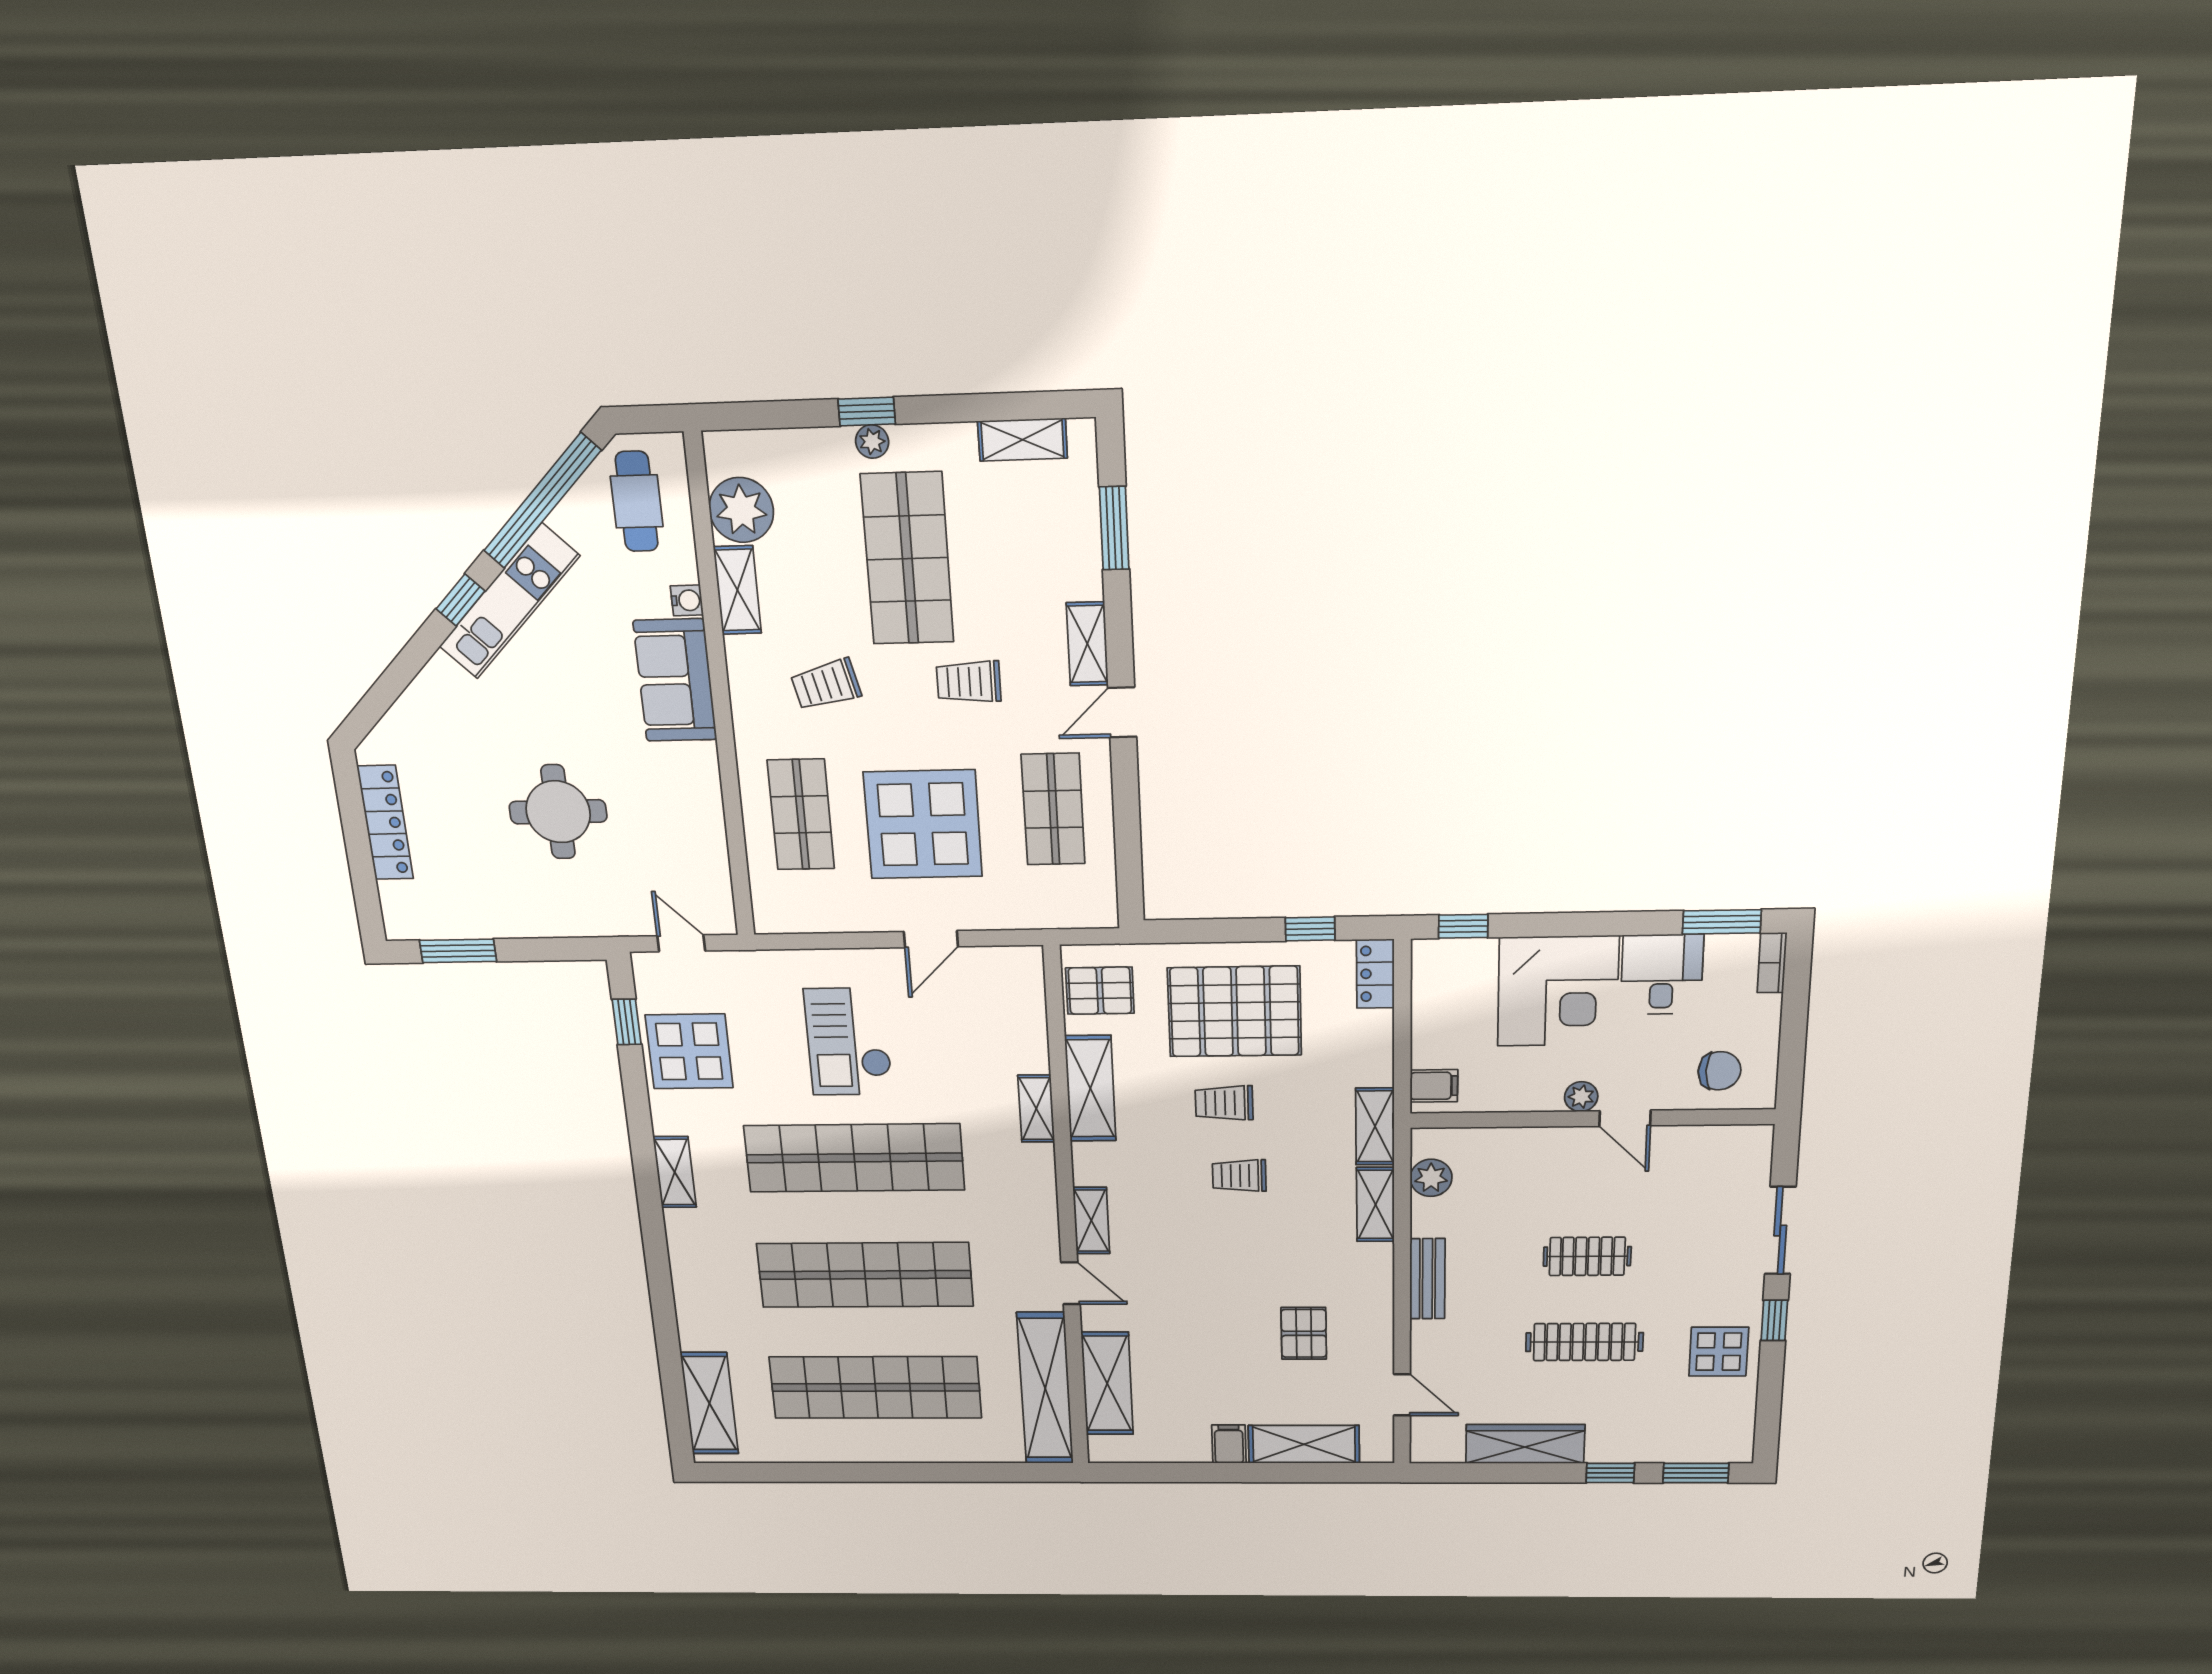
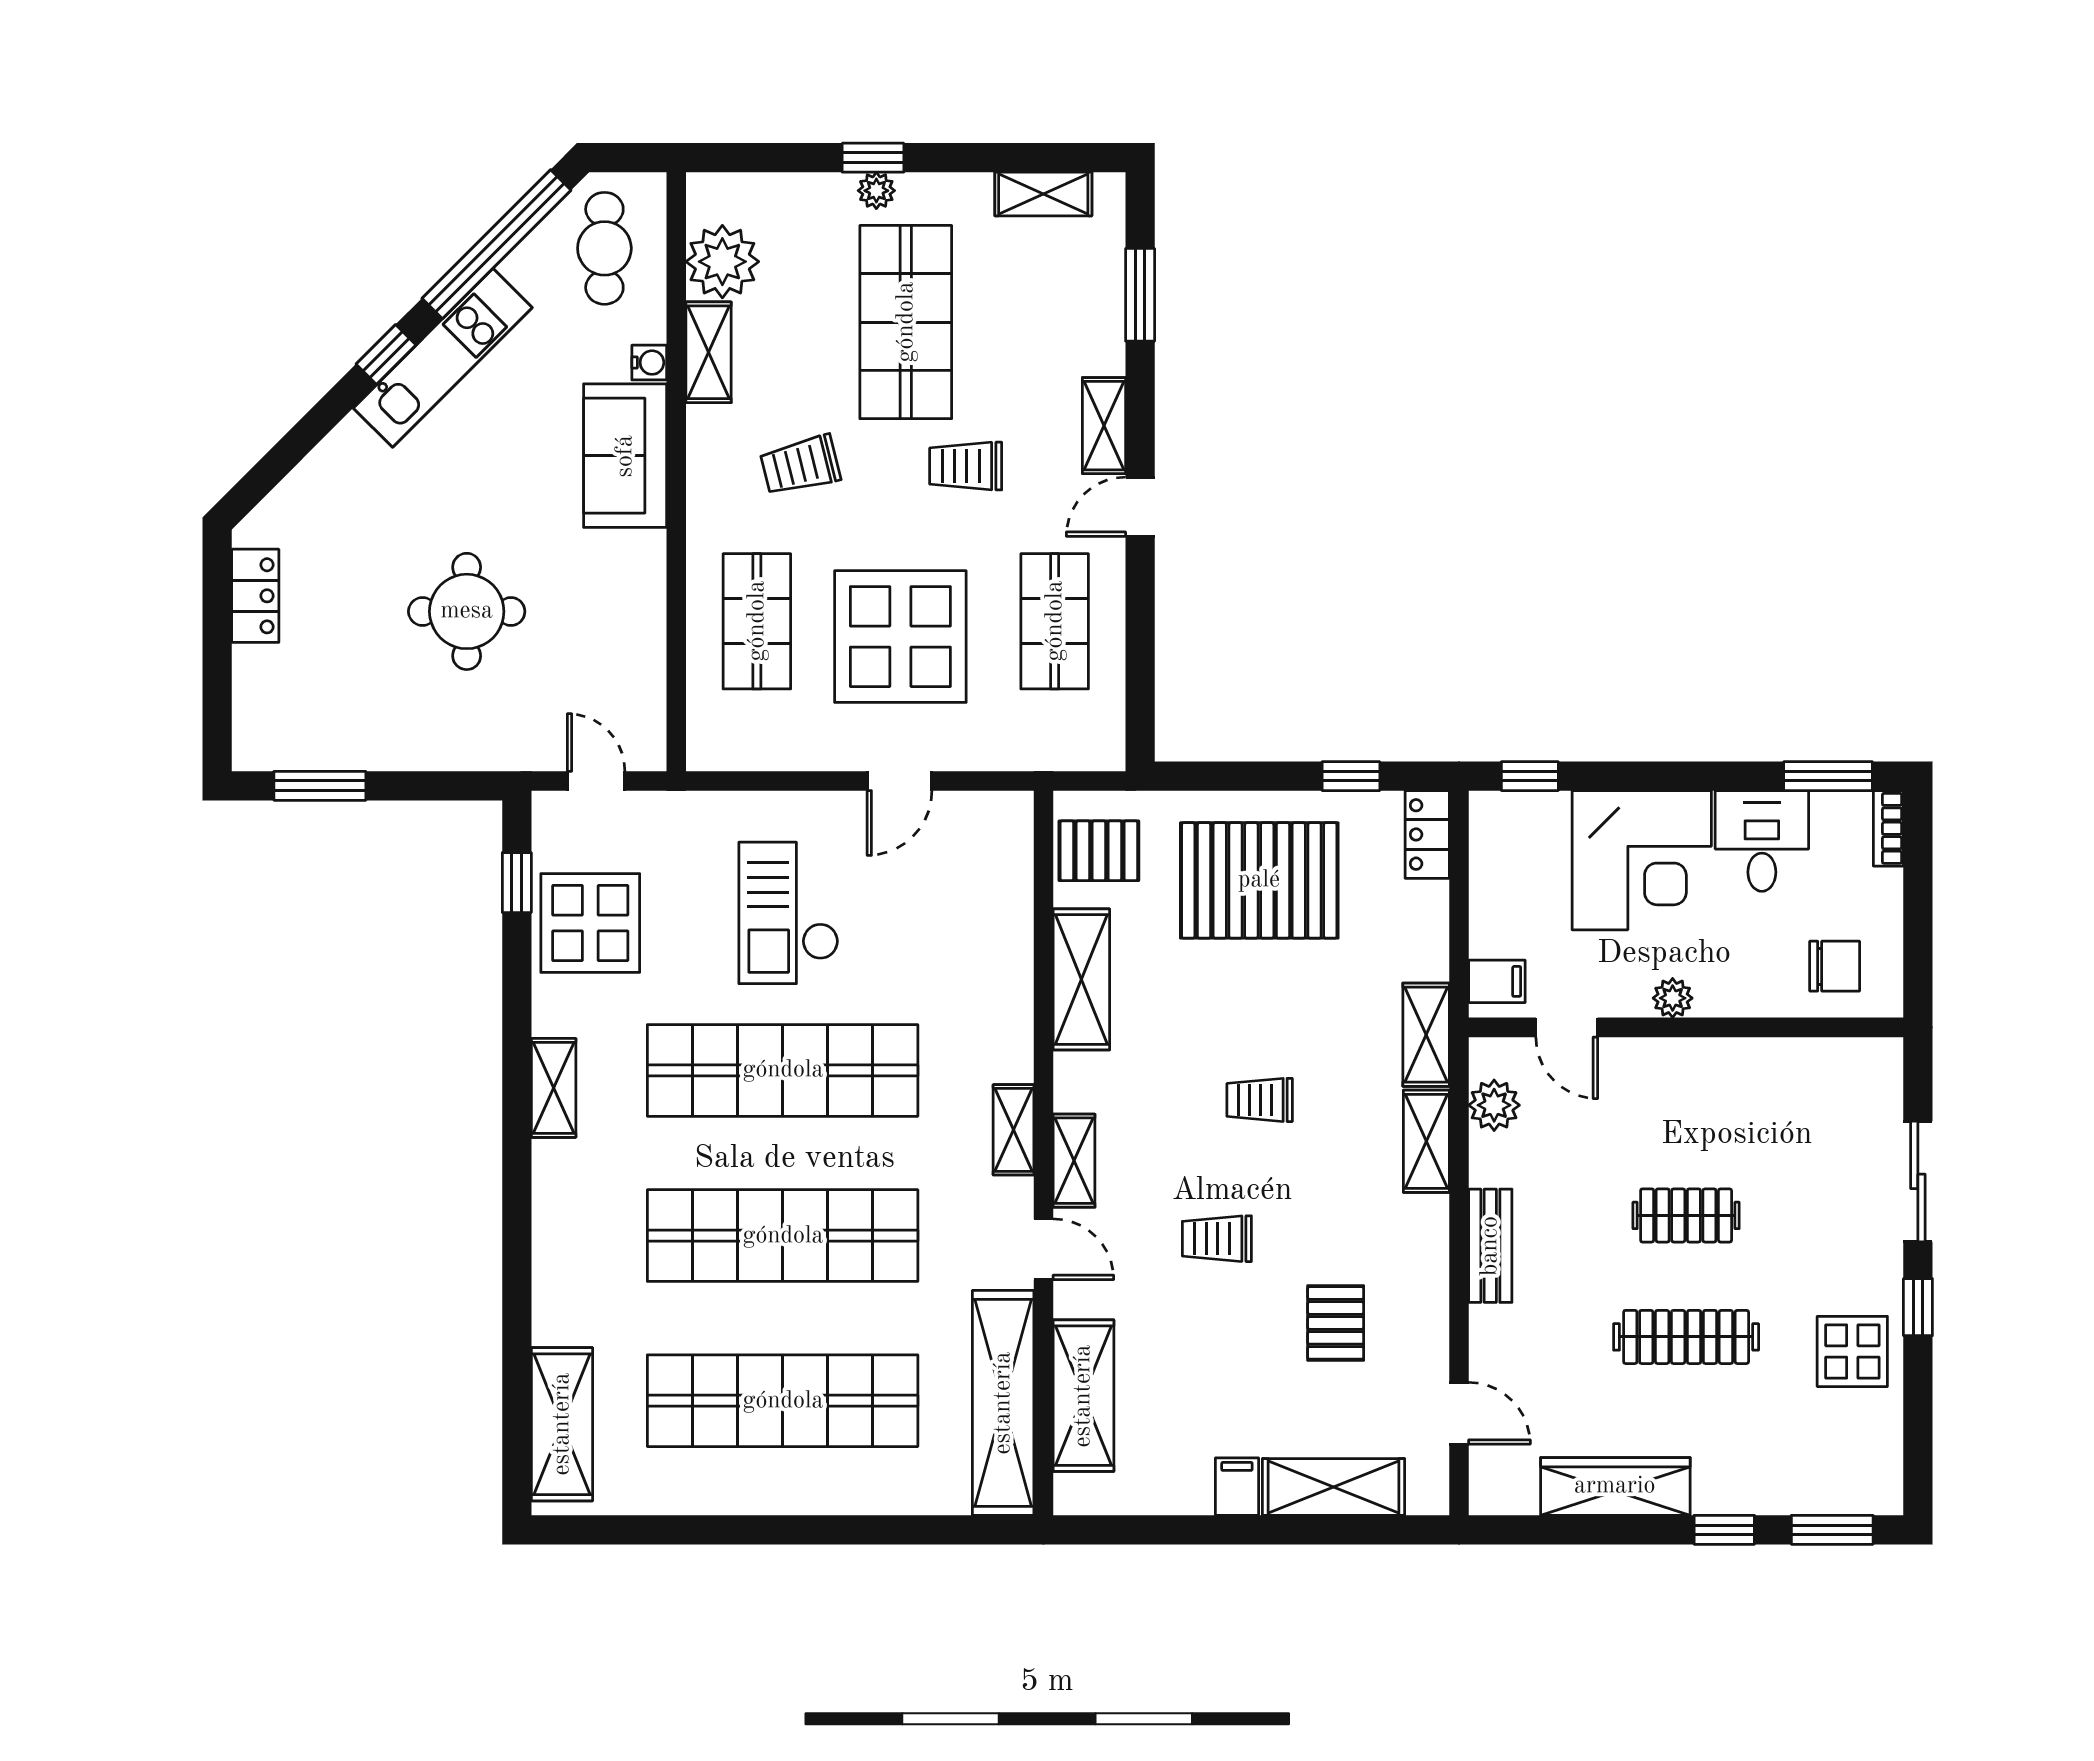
locker: (385, 823) -> (255, 596), width x0.66
trolley: (1224, 1103) -> (1217, 1239), moved
shelving: (1036, 1109) -> (1013, 1130), moved
door: (1625, 1118) -> (1567, 1027), moved

